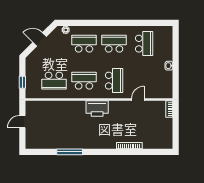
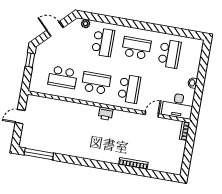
school desk: (84, 44) -> (103, 42), turned 90
window: (22, 82) -> (30, 60), moved
desk: (159, 88) -> (178, 106), added
printer: (97, 109) -> (106, 114), width x0.53, depth x0.68
window: (70, 152) -> (39, 154), moved

